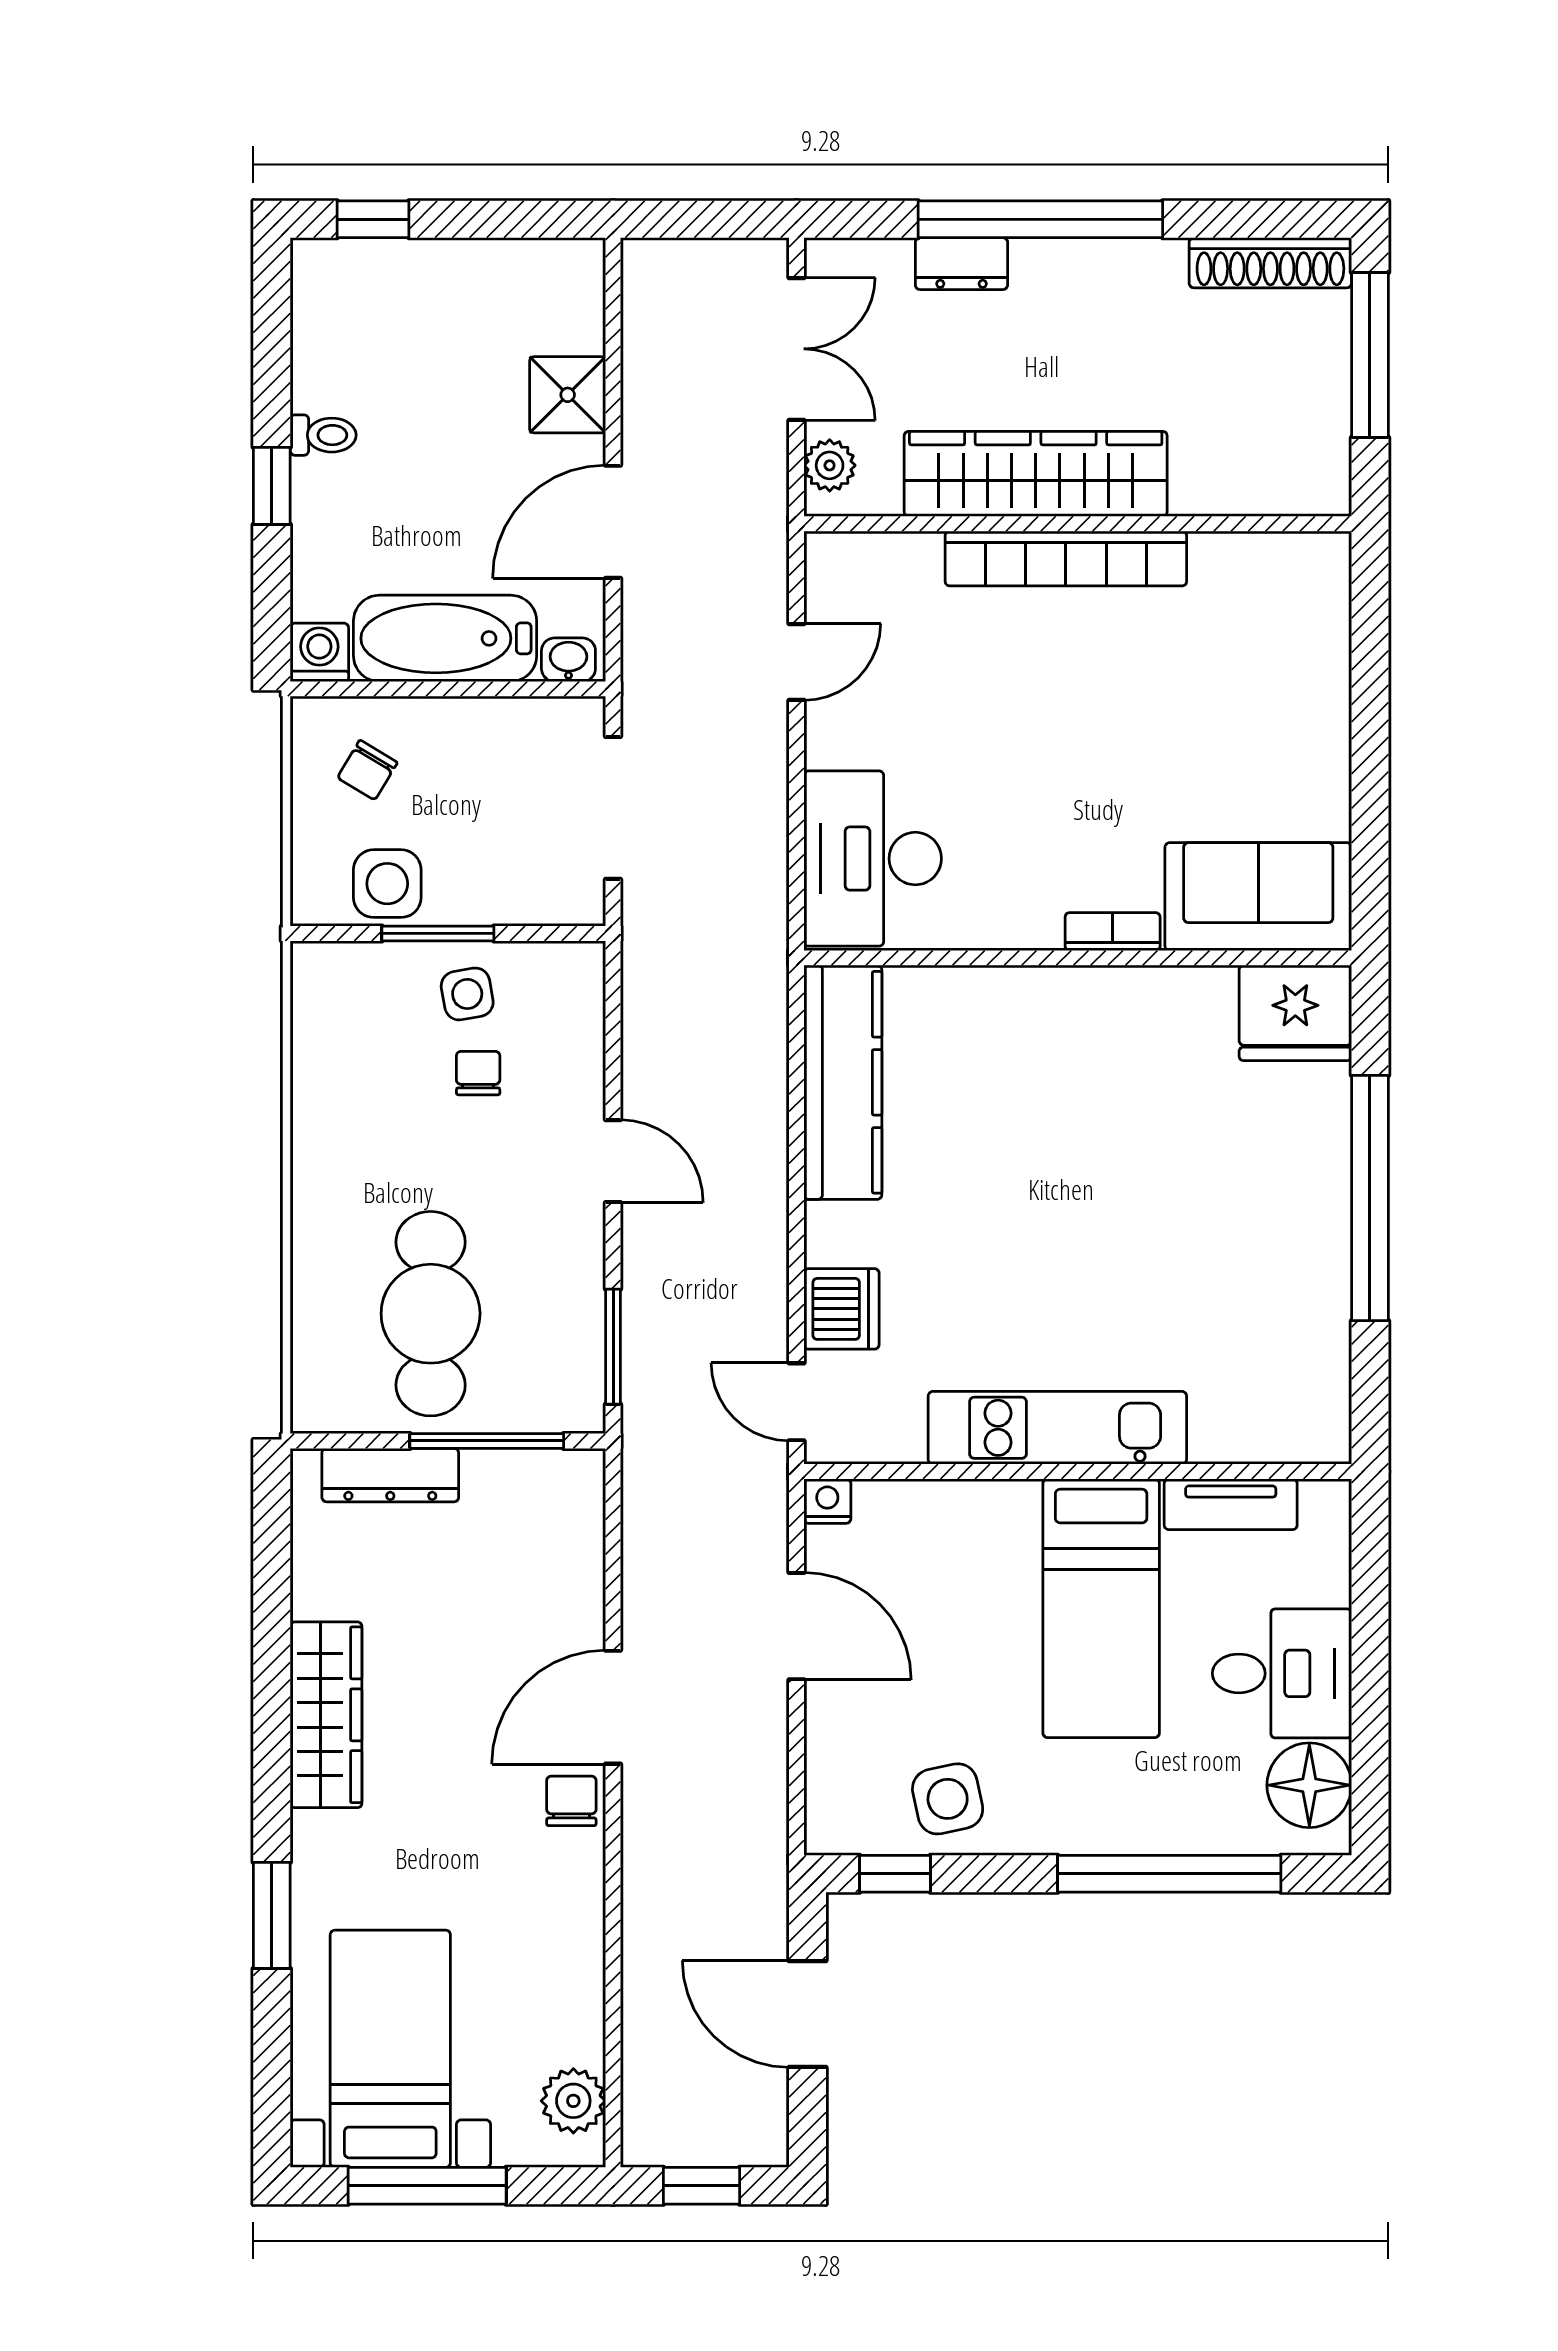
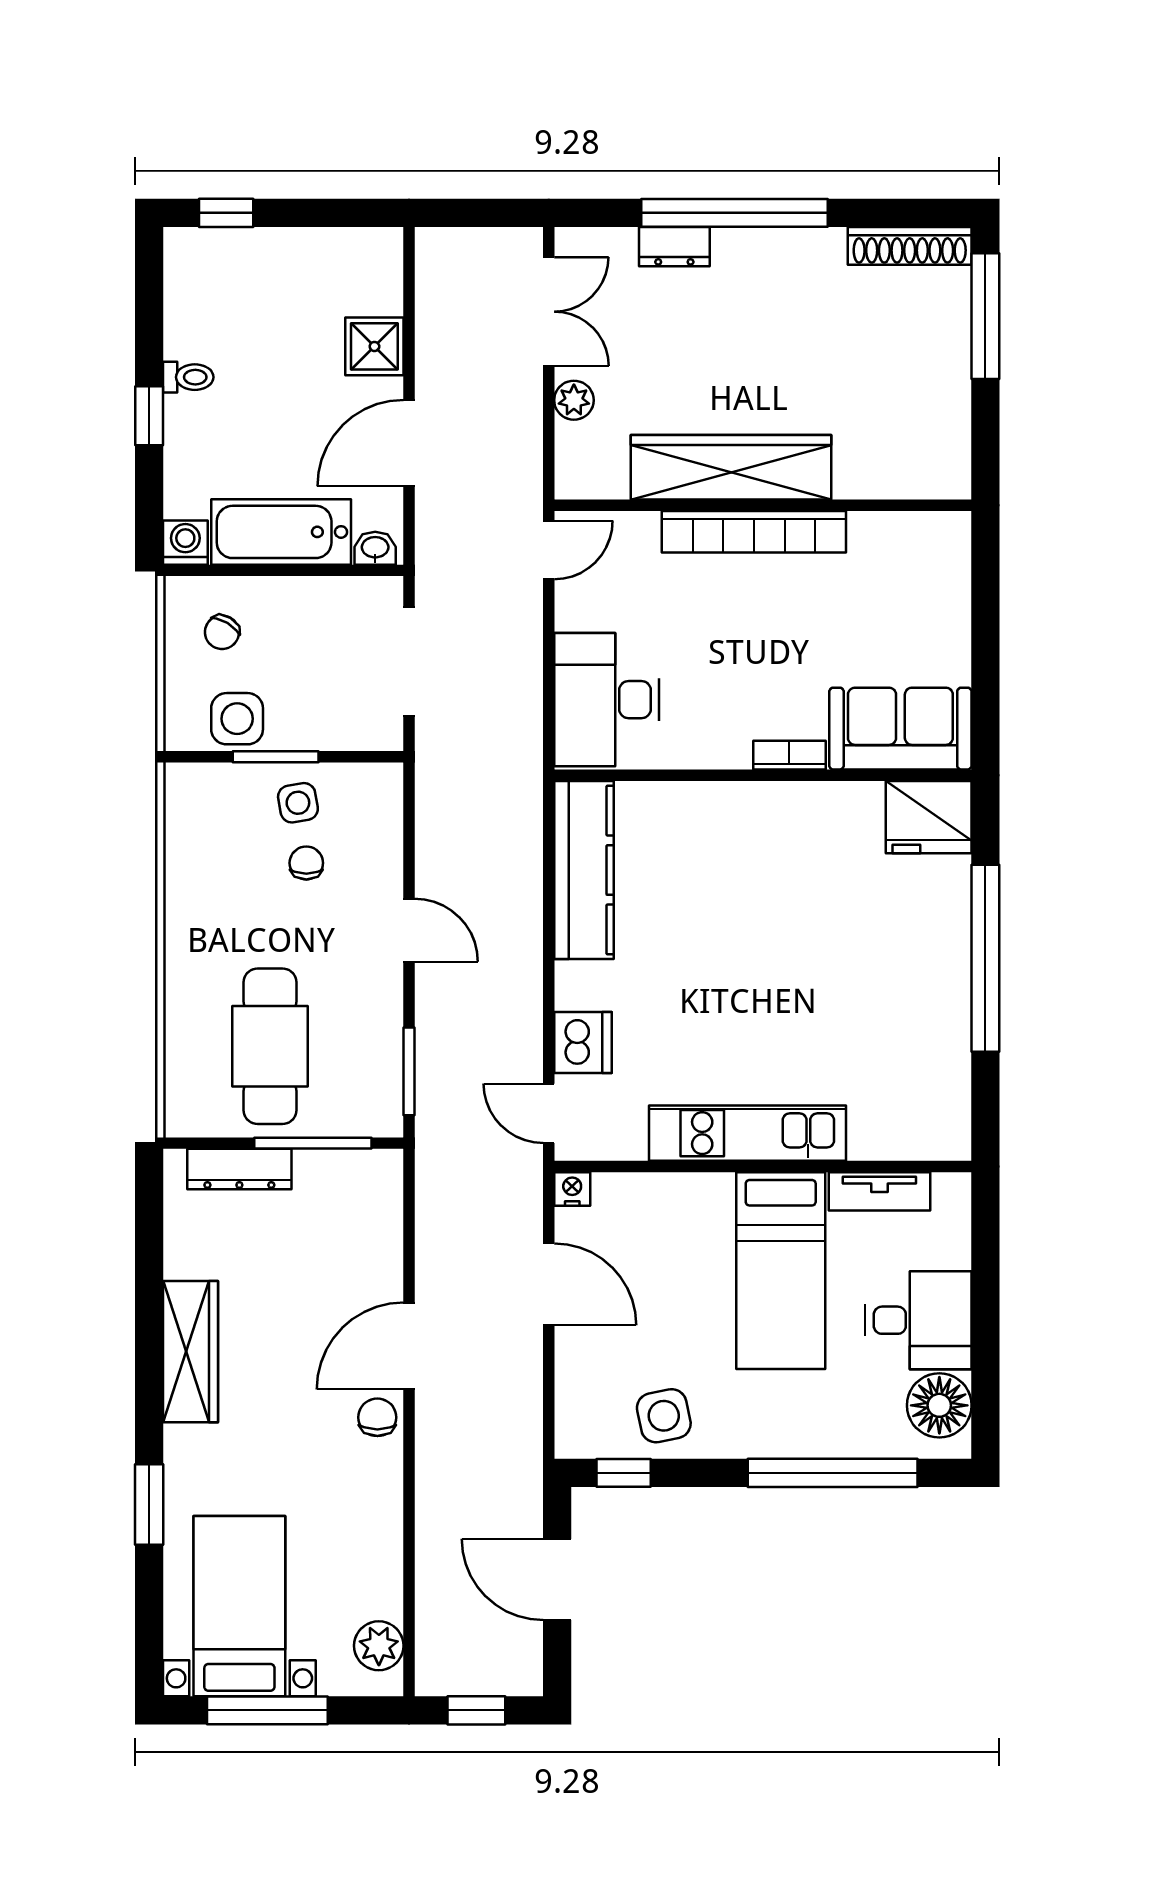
wardrobe: (1036, 474) -> (731, 467), moved
wall: (1078, 524) -> (763, 505), moved
bookcase: (1066, 559) -> (754, 532), moved

